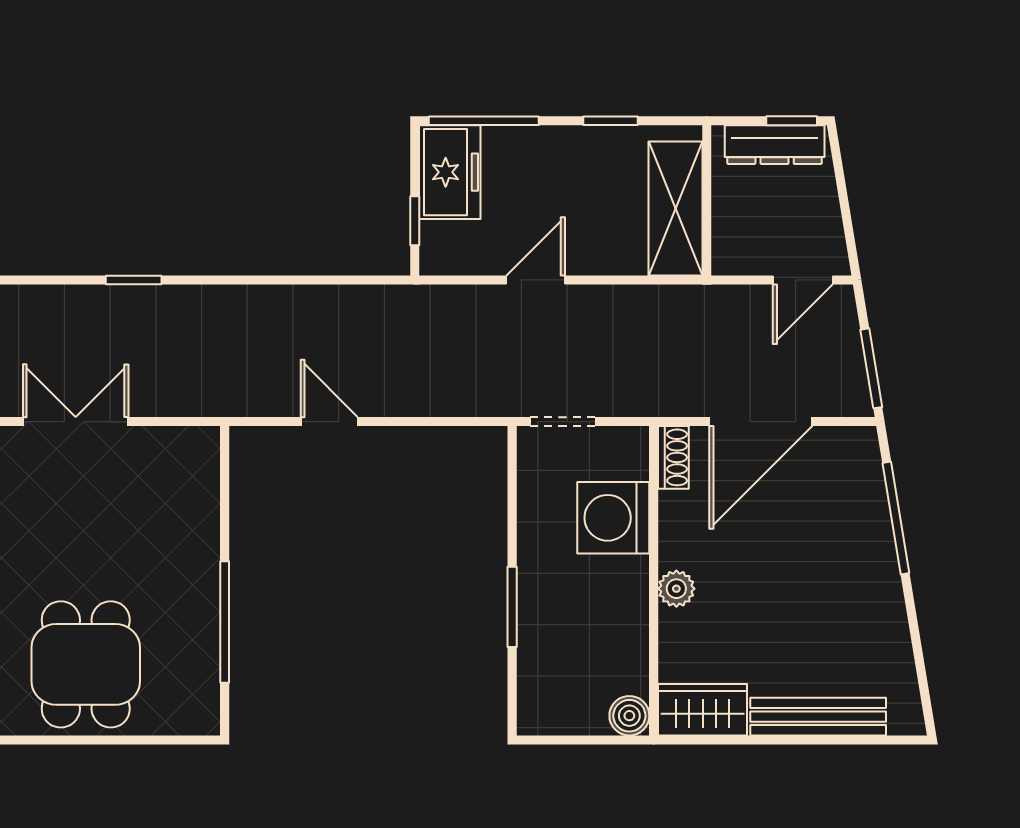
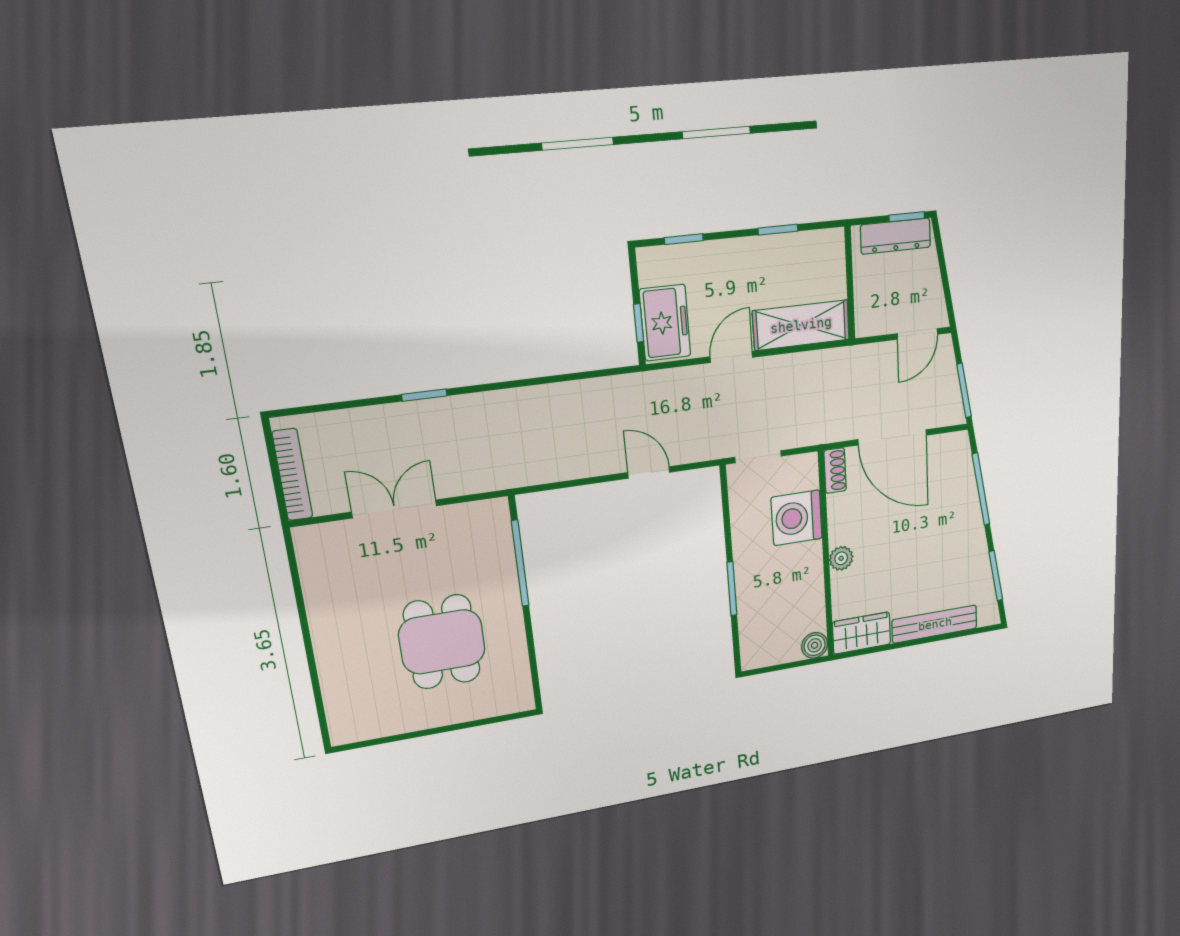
window: (484, 121) -> (684, 239), width x0.46
freezer: (450, 172) -> (665, 323), moved
shelving: (675, 208) -> (801, 325), moved, turned 90
door: (329, 422) -> (649, 472), moved
door: (761, 422) -> (892, 437), hinge flipped
window: (225, 622) -> (520, 563), moved
window: (919, 657) -> (996, 576), added
dining table: (86, 664) -> (442, 642), moved

